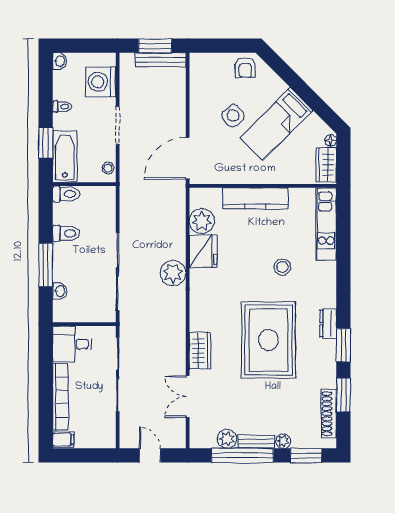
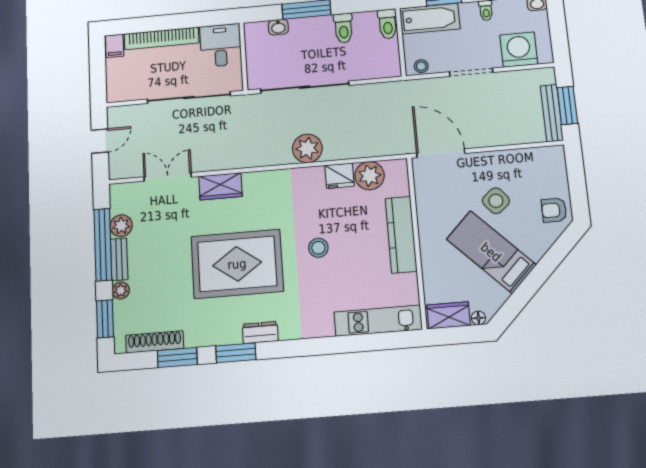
fridge: (203, 251) -> (340, 176), width x0.73, depth x0.75
stool: (282, 267) -> (318, 248), moved

